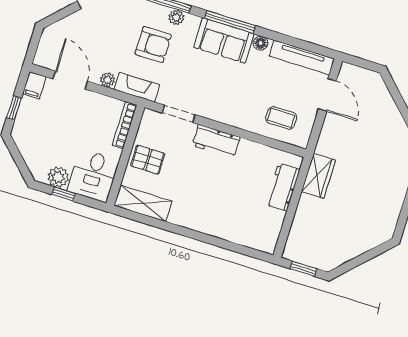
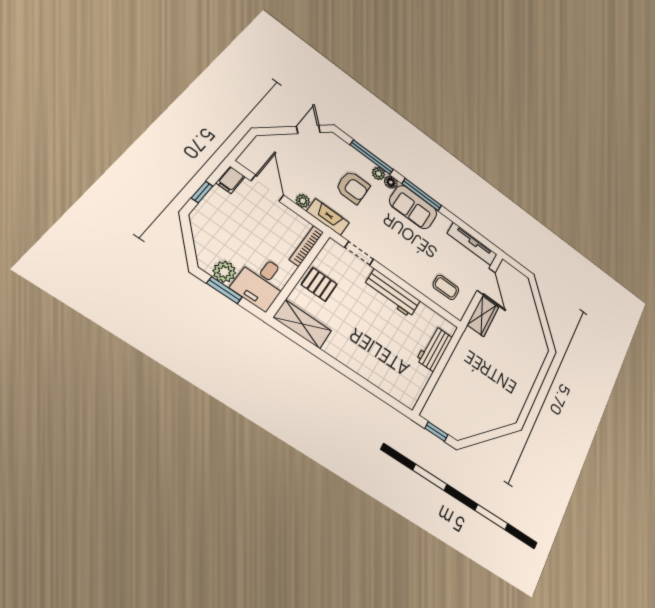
floor lamp: (261, 43) -> (391, 182), moved
workbench: (216, 141) -> (392, 293), width x1.38
wardrobe: (318, 176) -> (483, 316), moved
window: (64, 194) -> (224, 290), width x1.50

